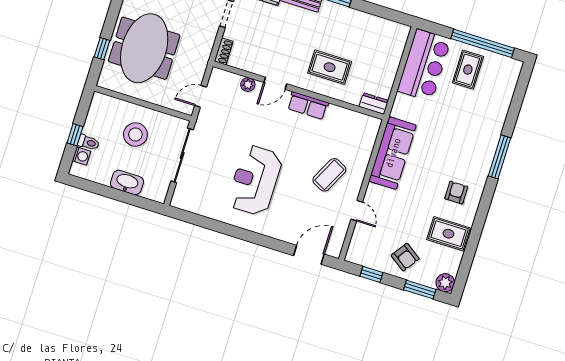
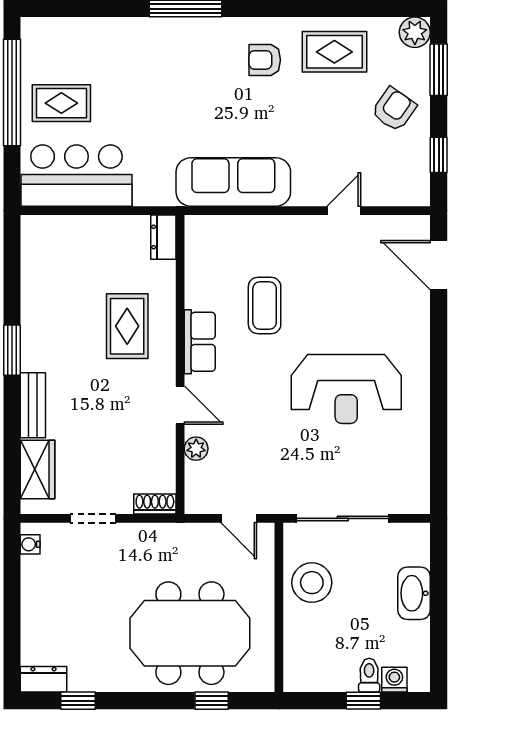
stool: (135, 135) -> (312, 583), moved
coffee table: (329, 175) -> (265, 306), moved, turned 63
rug: (448, 234) -> (334, 52), turned 90

